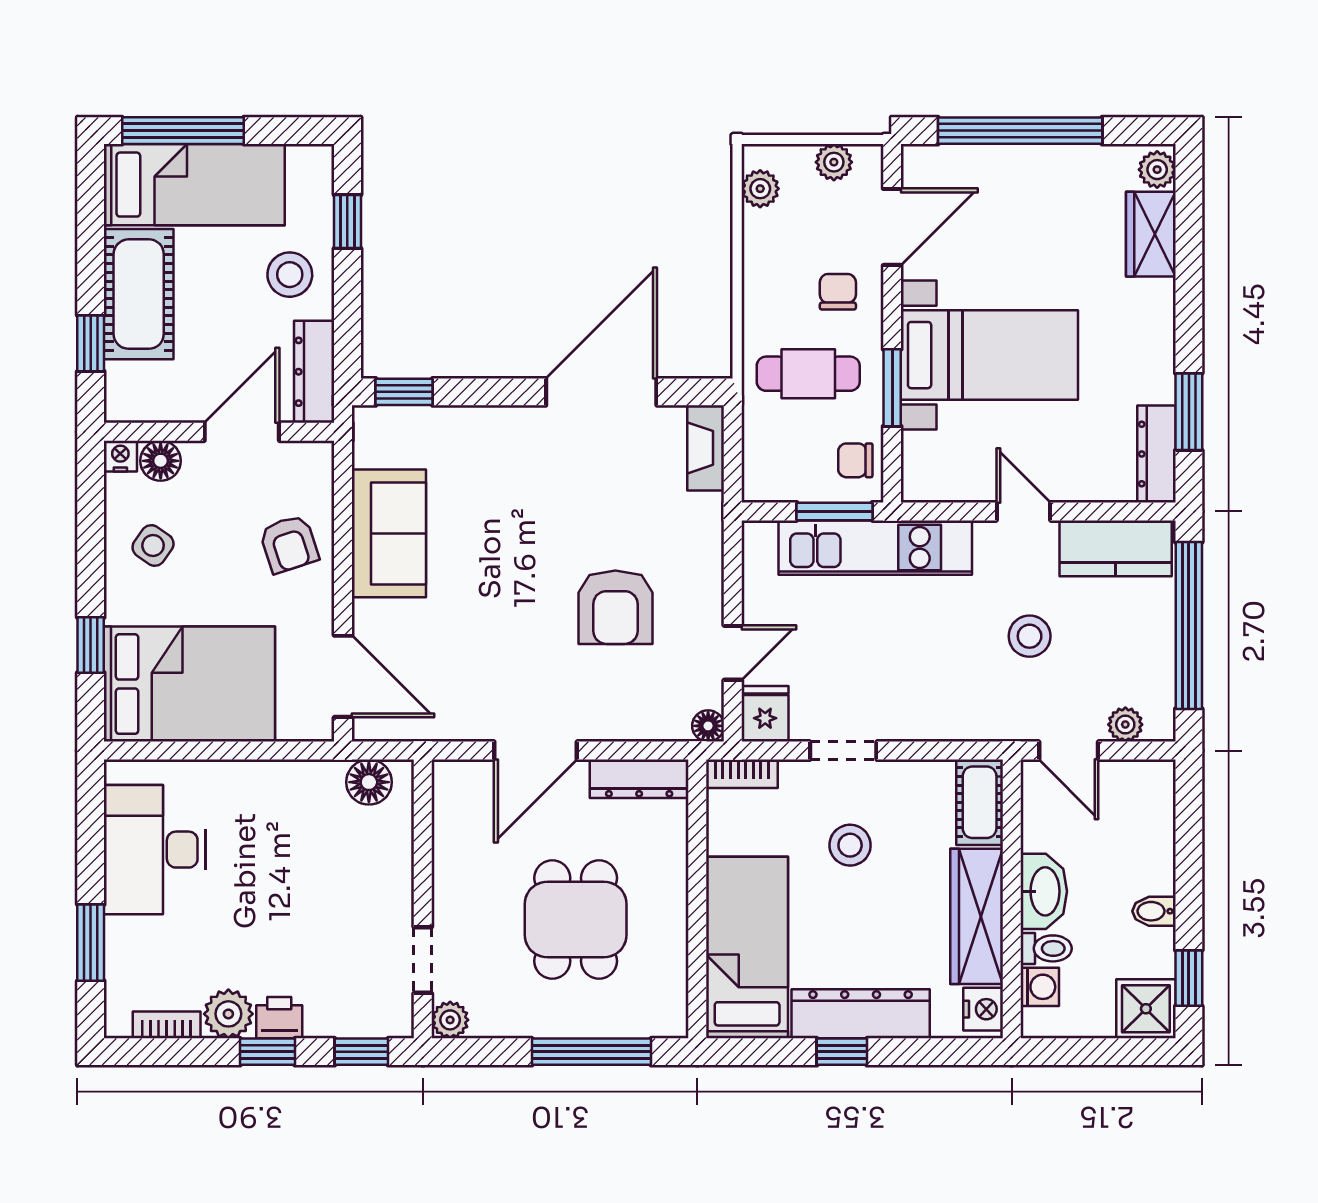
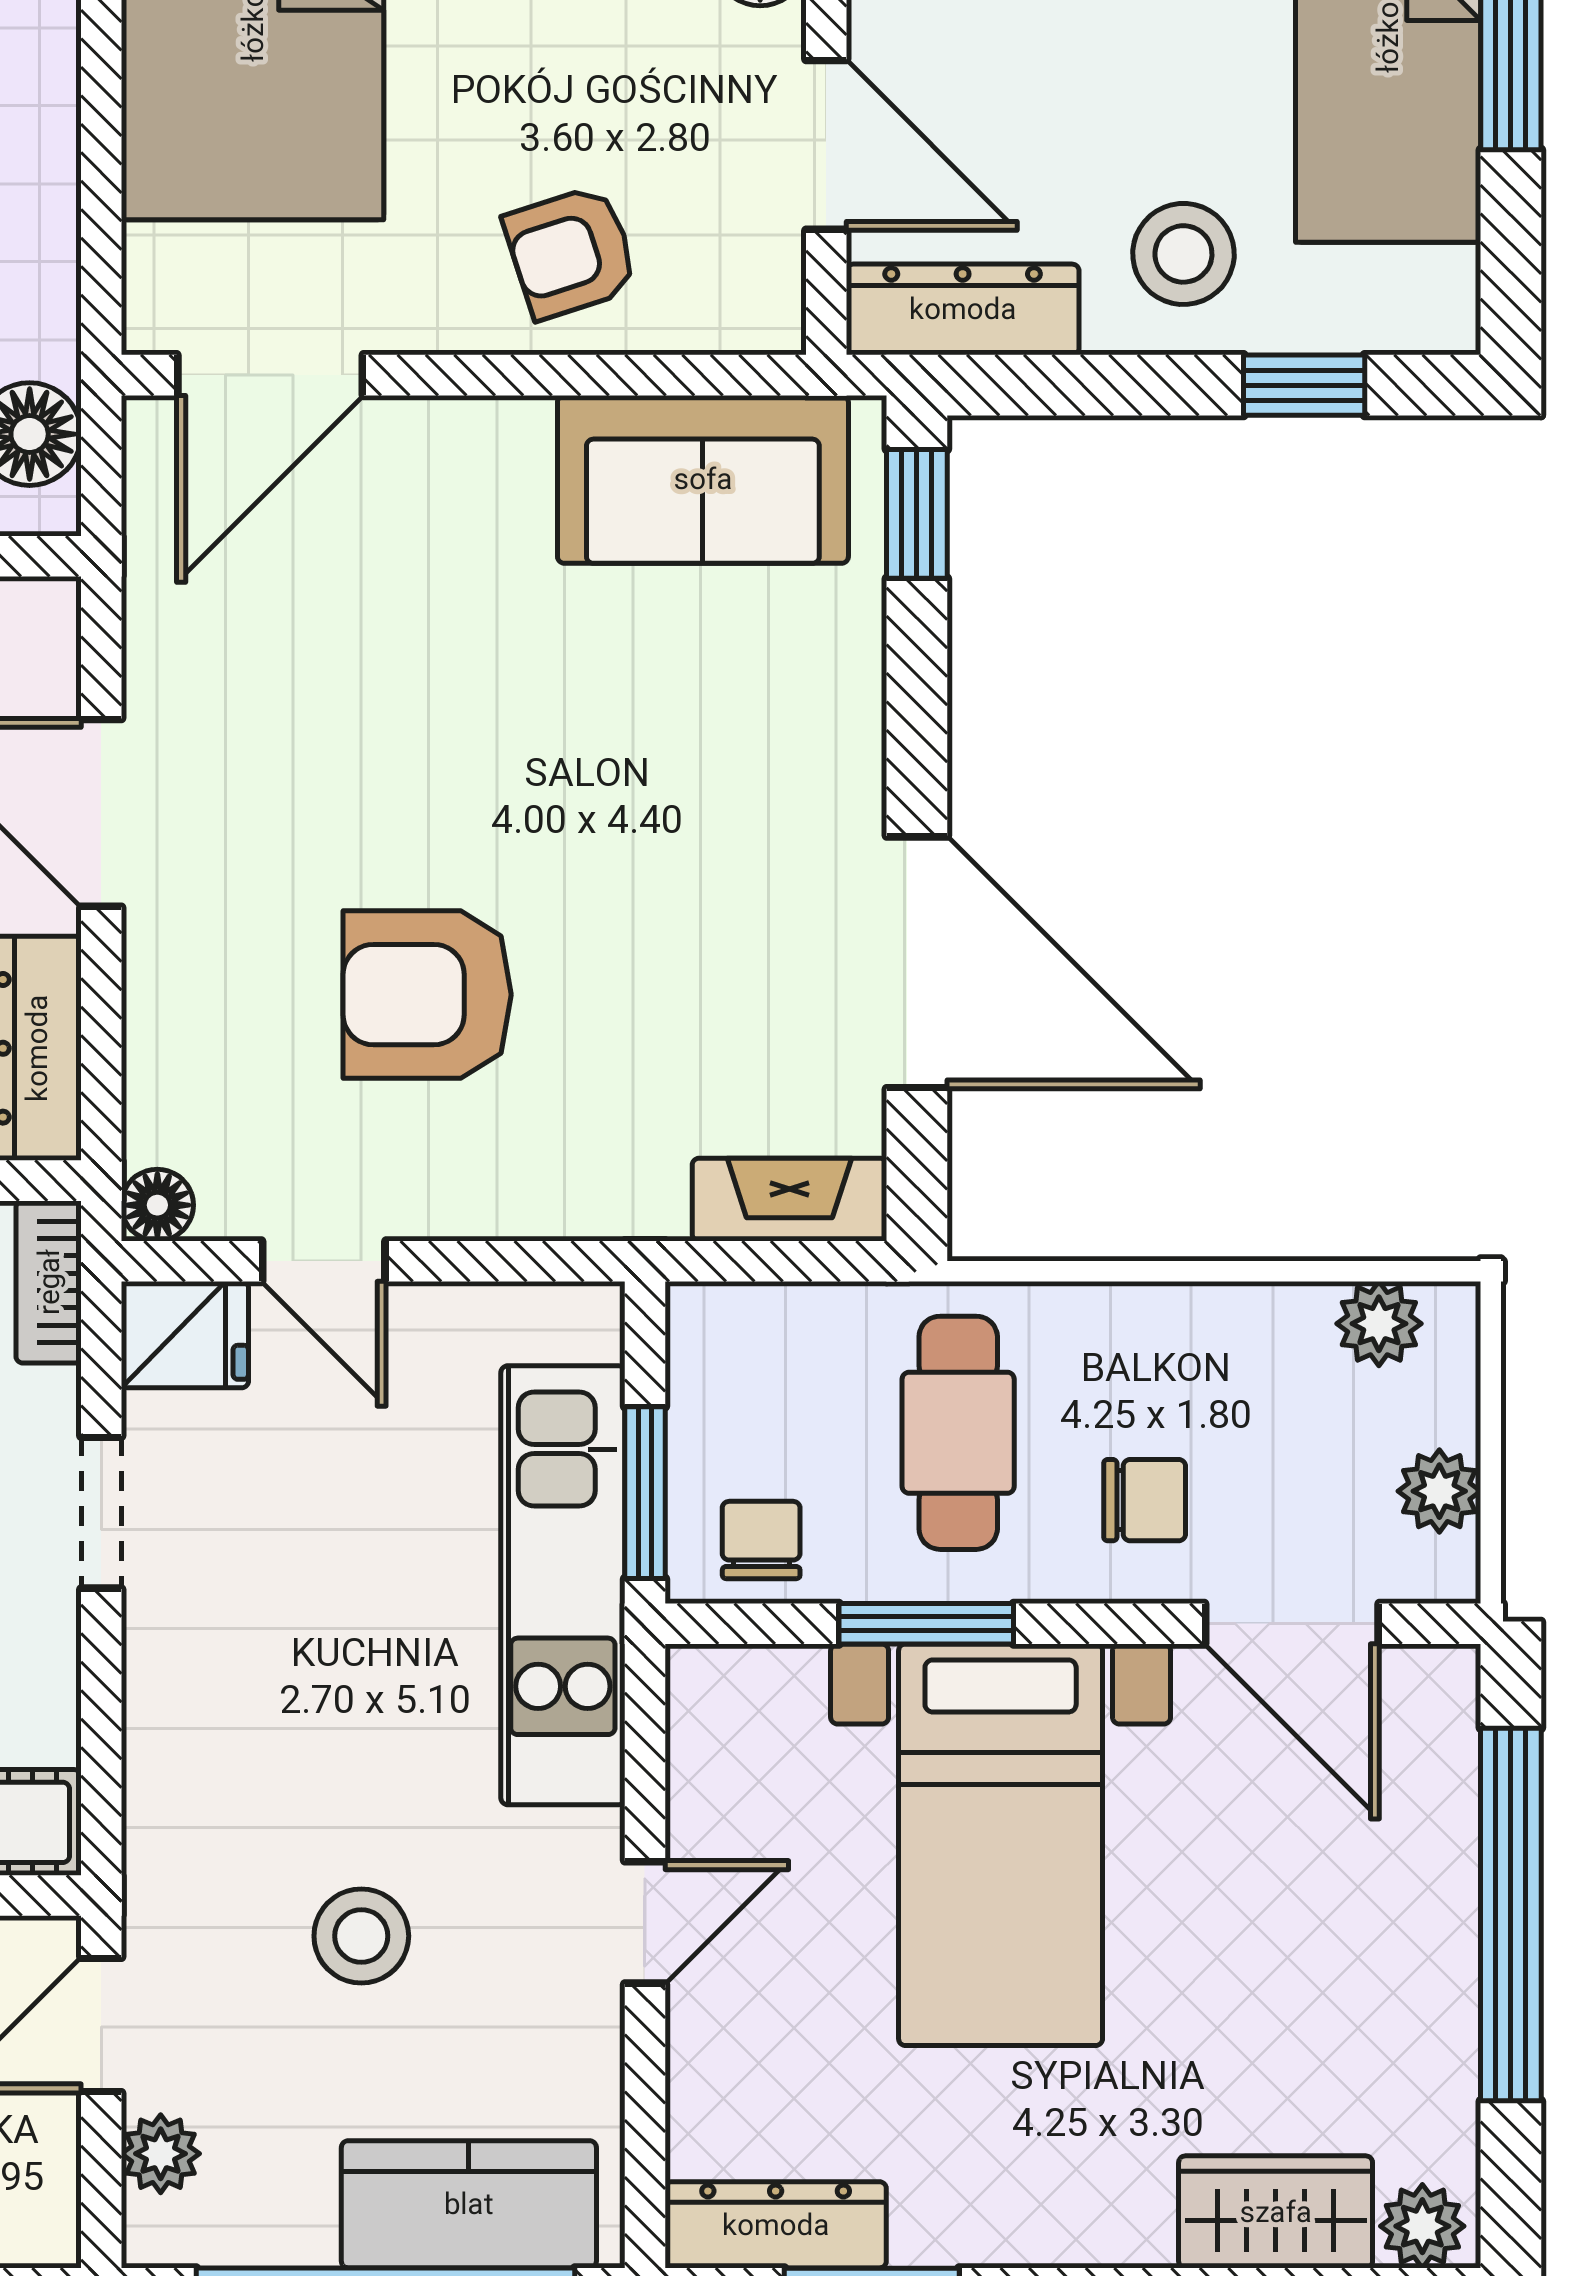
sofa: (389, 533) -> (703, 479), moved
kitchen counter: (1116, 548) -> (469, 2204), moved, turned 90

